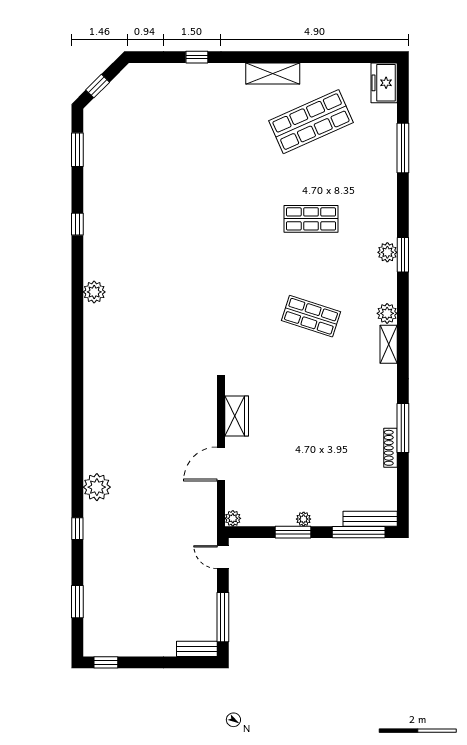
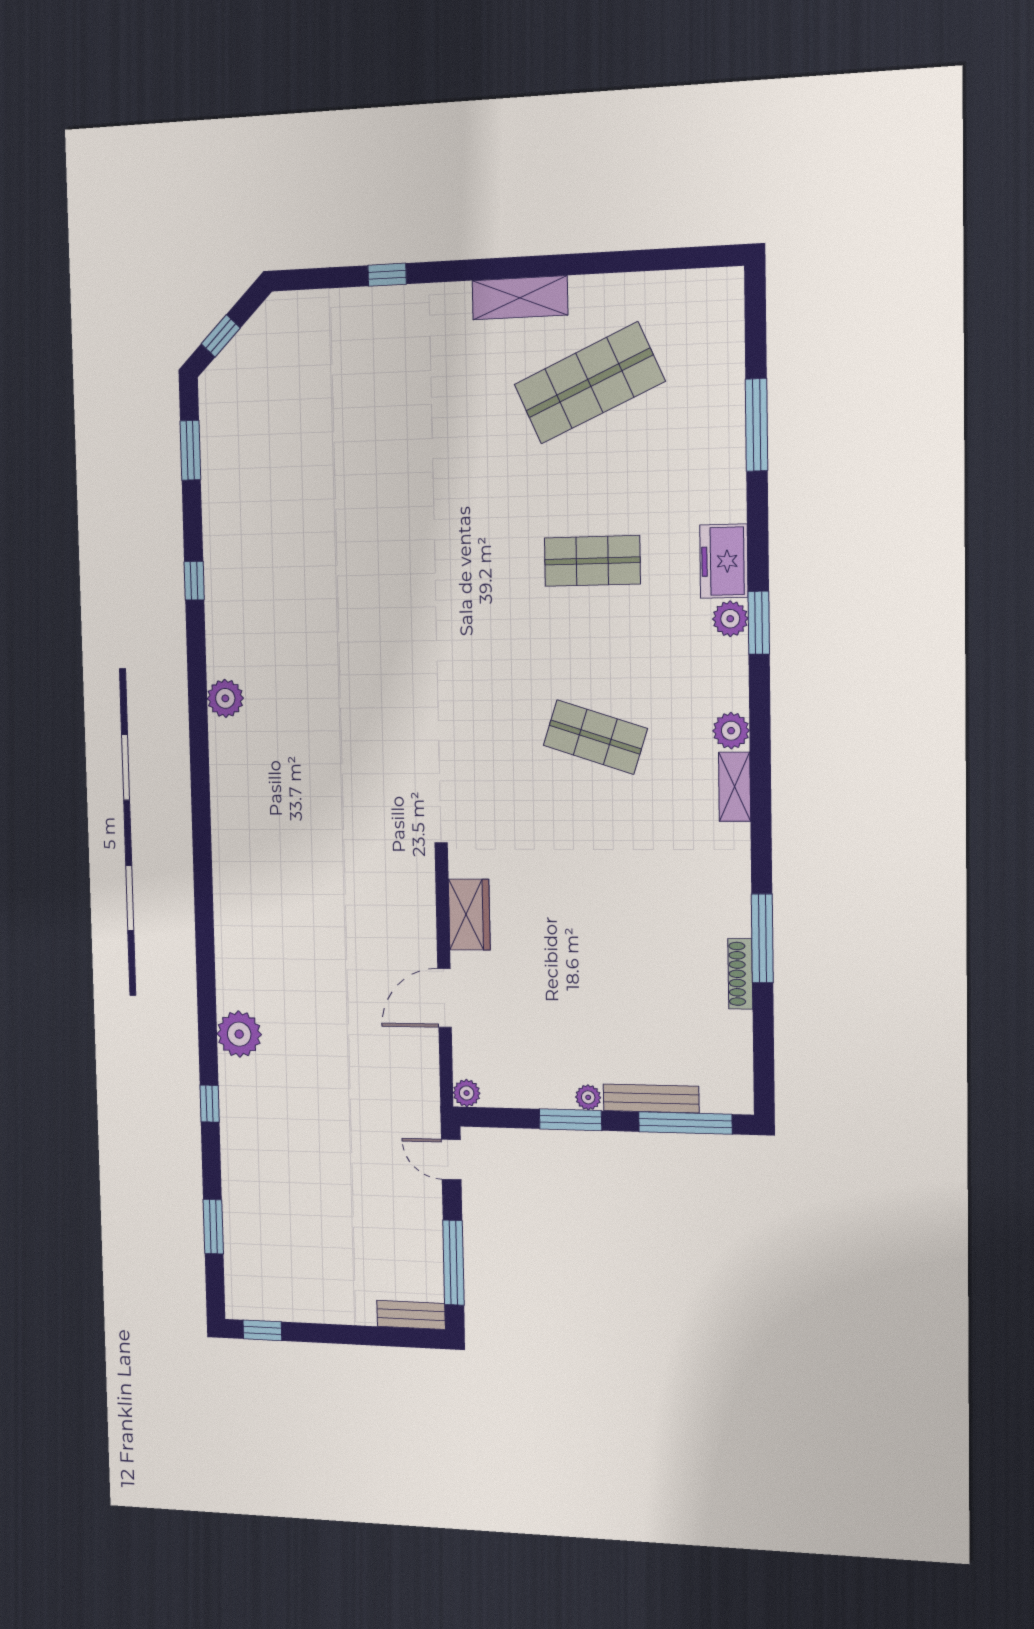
freezer: (384, 83) -> (724, 561), moved
bench: (370, 519) -> (651, 1098), moved

